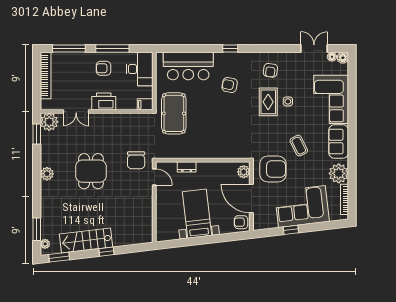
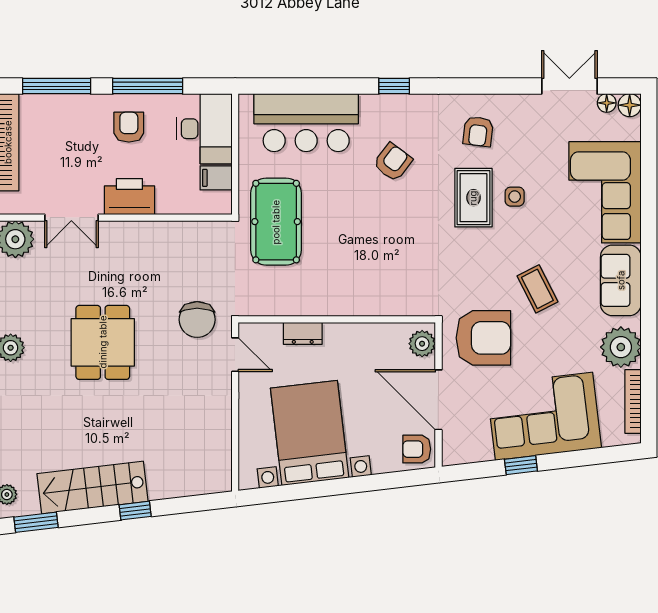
armchair: (103, 68) -> (129, 127), turned 90
armchair: (230, 85) -> (393, 162), turned 116
filing cabinet: (145, 104) -> (216, 178), moved
bed with nightstands: (197, 214) -> (310, 433), width x1.36

